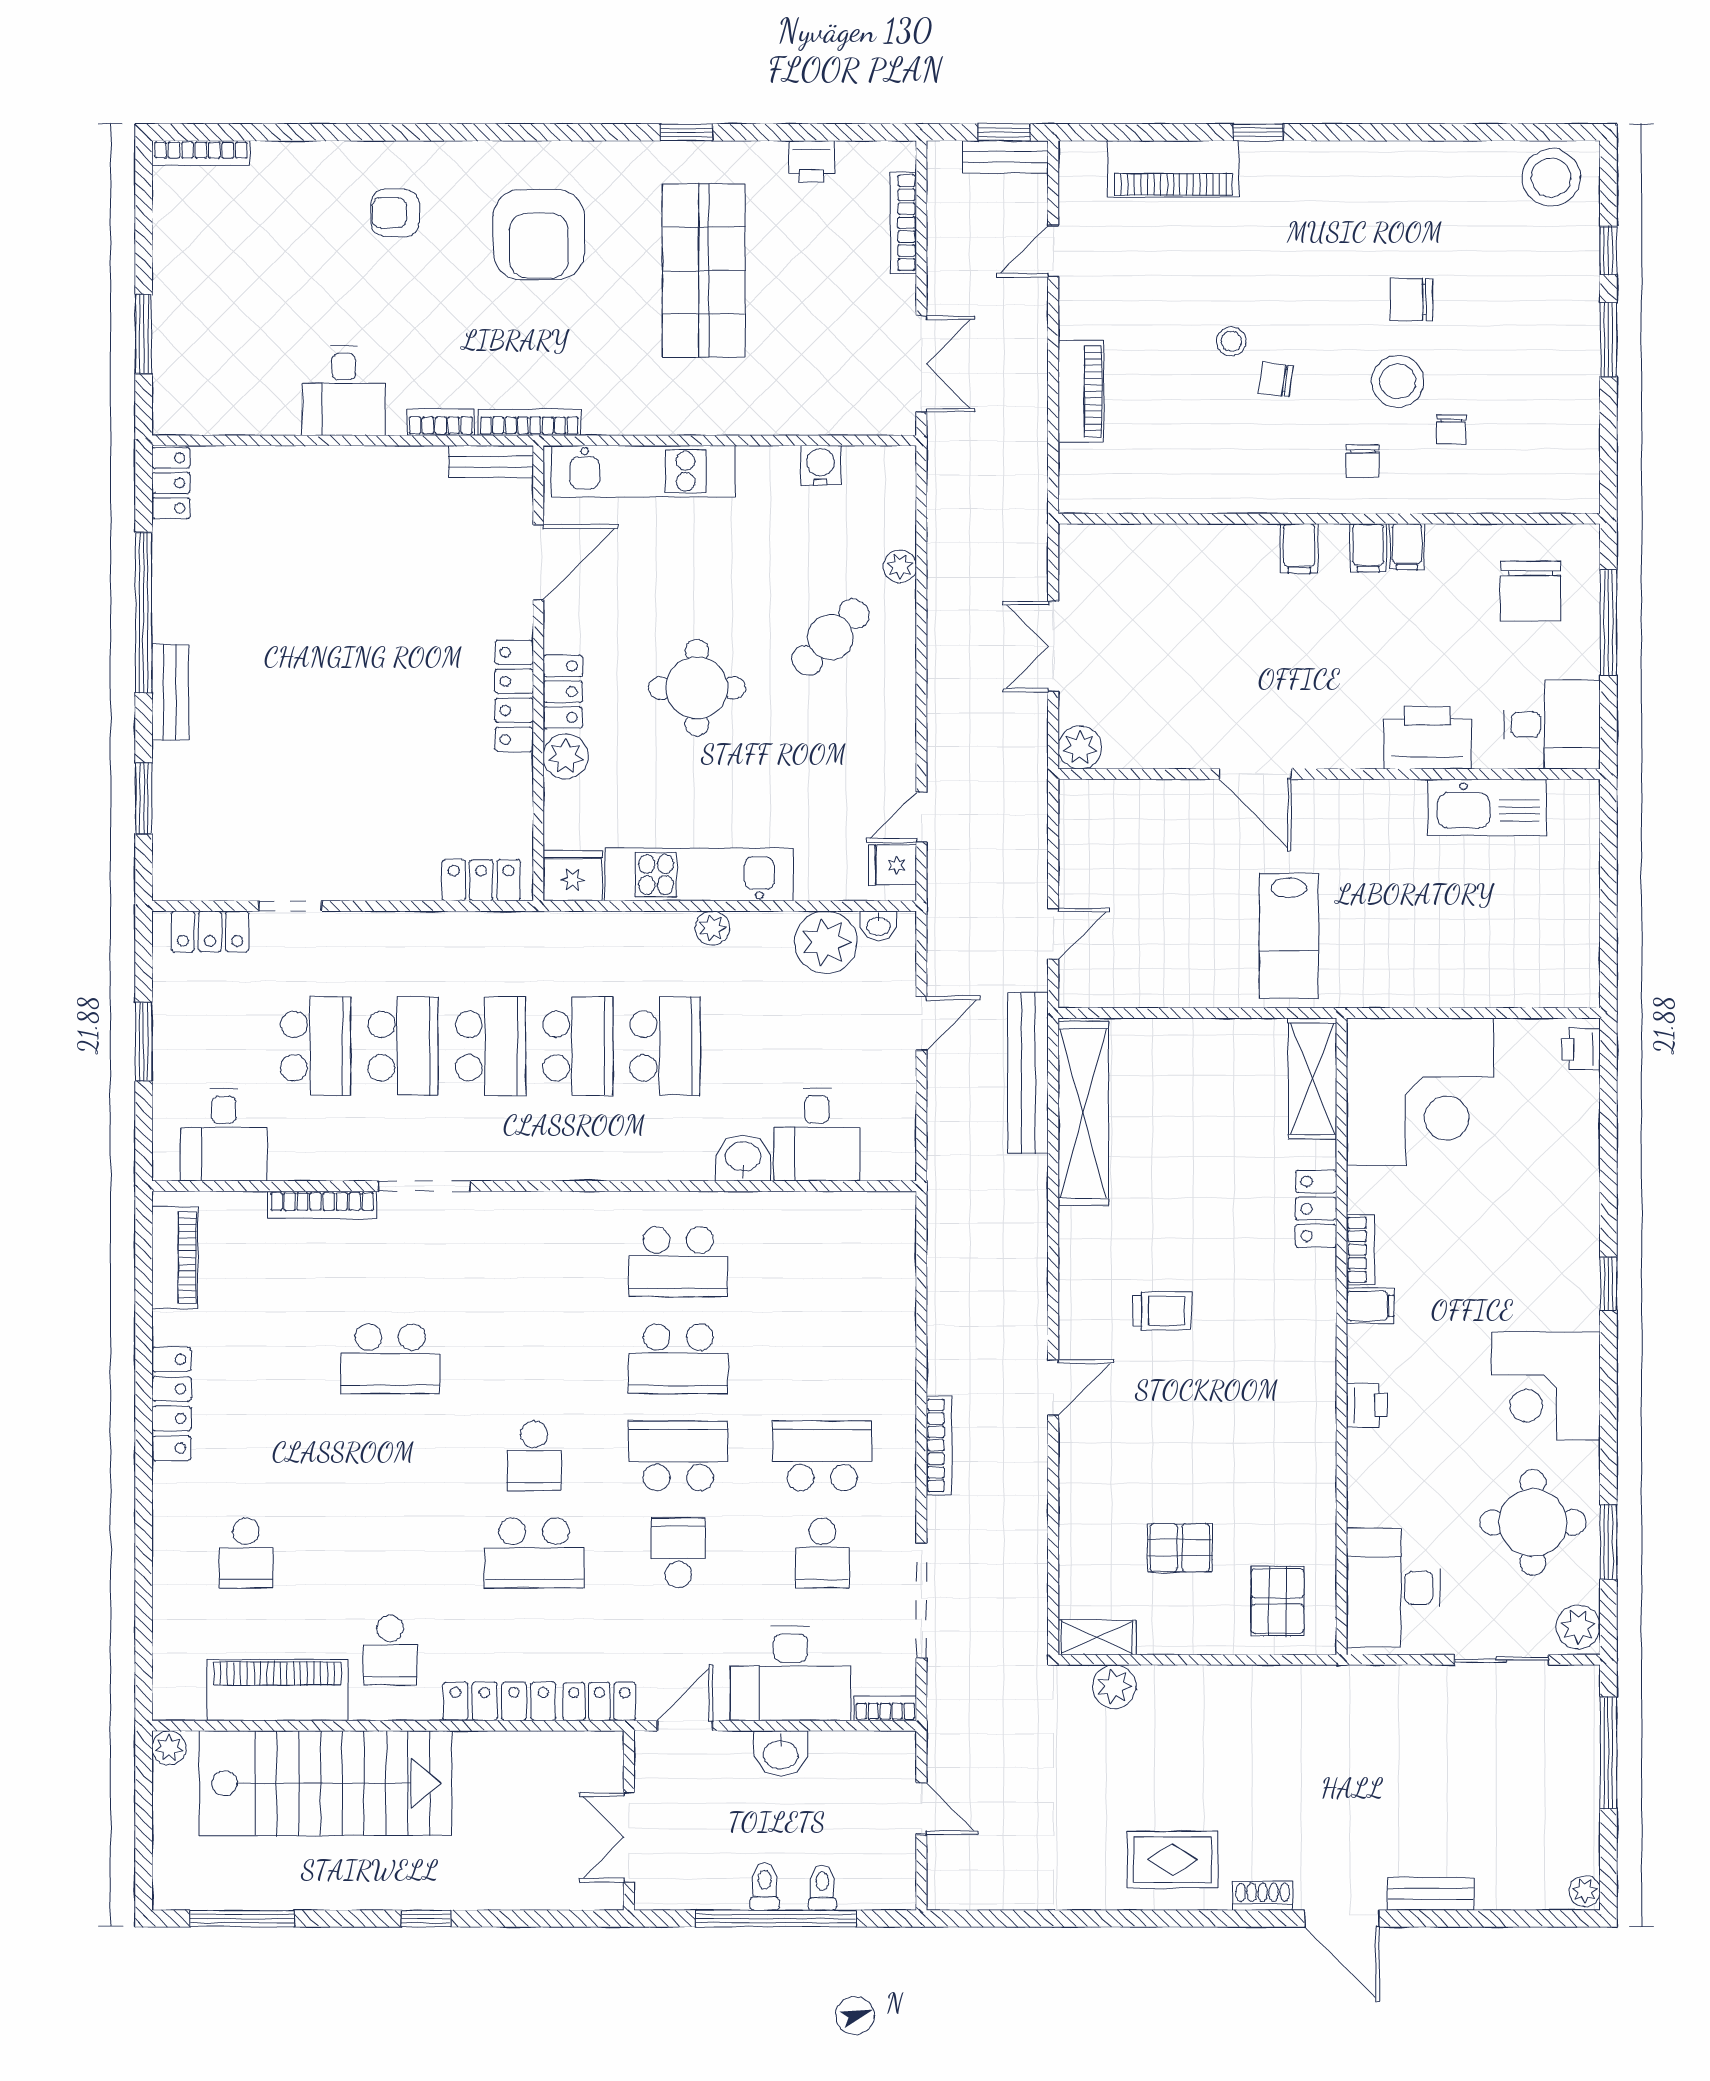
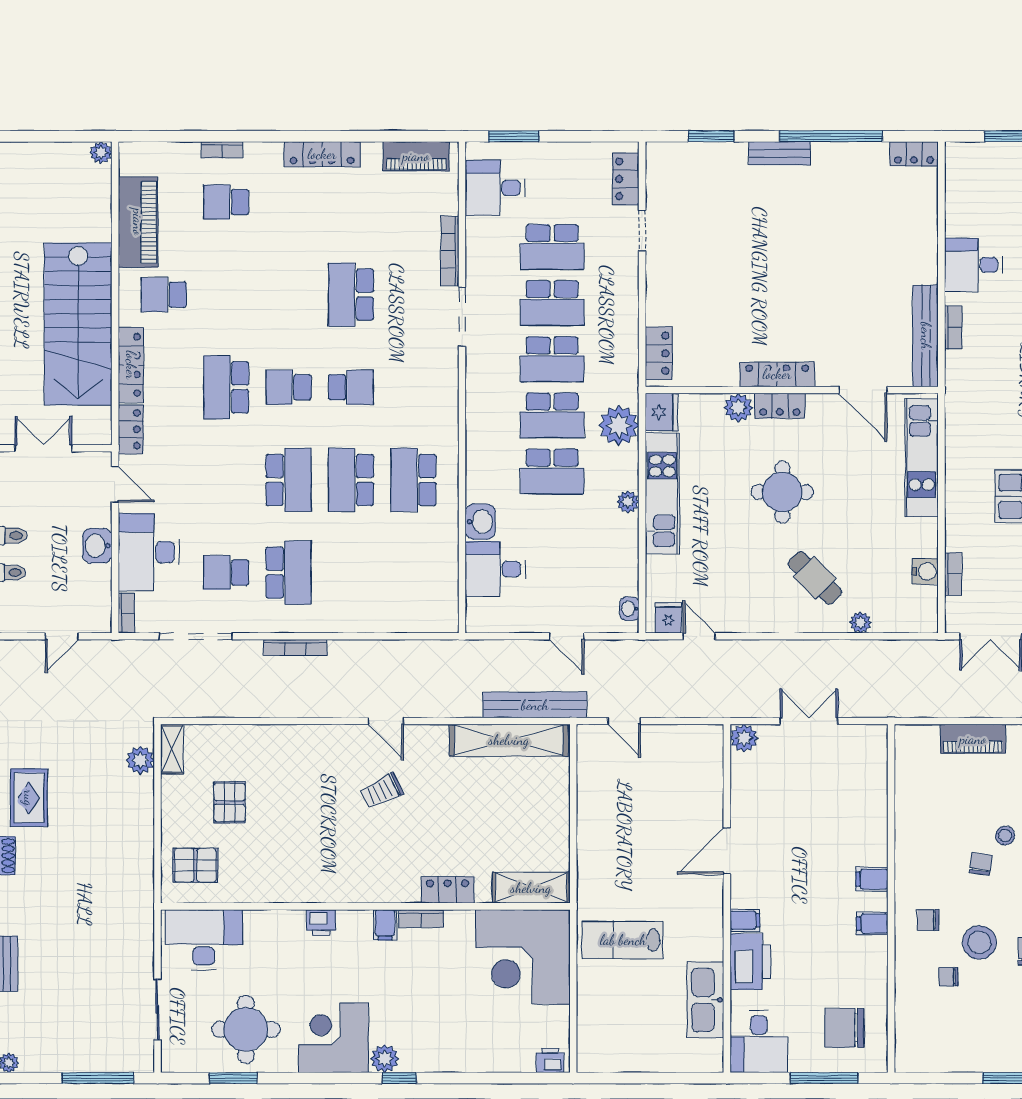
bookcase: (529, 422) -> (953, 574), moved, width x0.64
bench: (491, 462) -> (926, 336), width x1.86, depth x1.21
filing cabinet: (1407, 547) -> (745, 920), moved, turned 180
lab bench: (1289, 936) -> (623, 940), moved
plant: (826, 942) -> (619, 425), moved
window: (144, 1042) -> (514, 136), moved
trolley: (1162, 1311) -> (382, 791), turned 64
door: (1053, 1387) -> (386, 721), moved
school desk: (678, 1553) -> (351, 387), moved
bookcase: (165, 1560) -> (222, 150), added
plant: (1578, 1627) -> (385, 1059), moved
stairs: (325, 1783) -> (78, 324), moved

